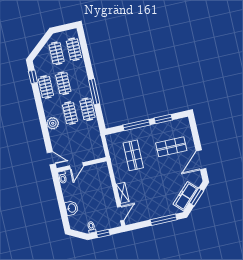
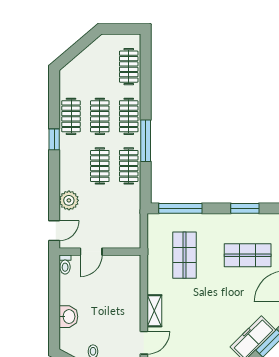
clothes rail: (57, 53) -> (129, 116), moved
window: (33, 77) -> (54, 139), moved
plant: (53, 123) -> (69, 200), moved
window: (136, 125) -> (180, 208), moved
door: (51, 158) -> (54, 231), hinge flipped

